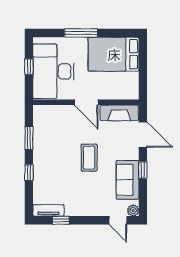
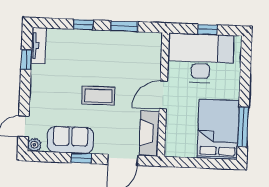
window: (81, 33) -> (243, 127), moved

